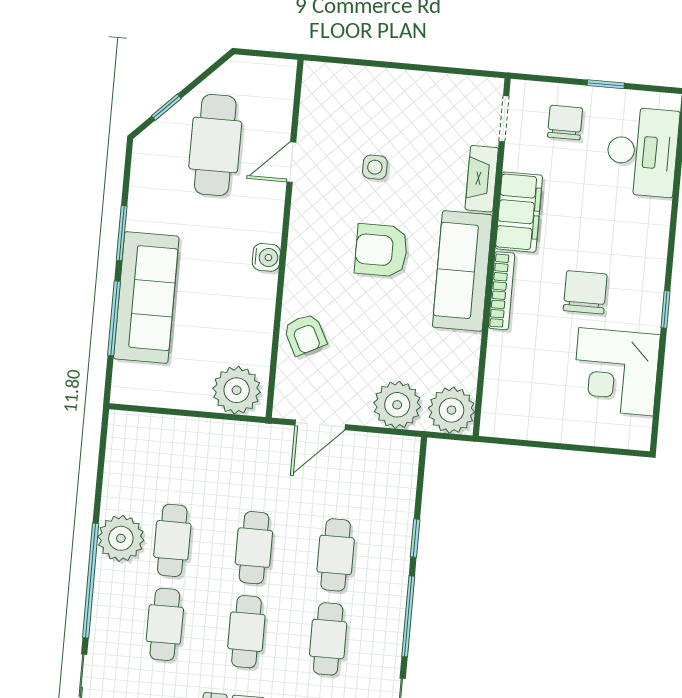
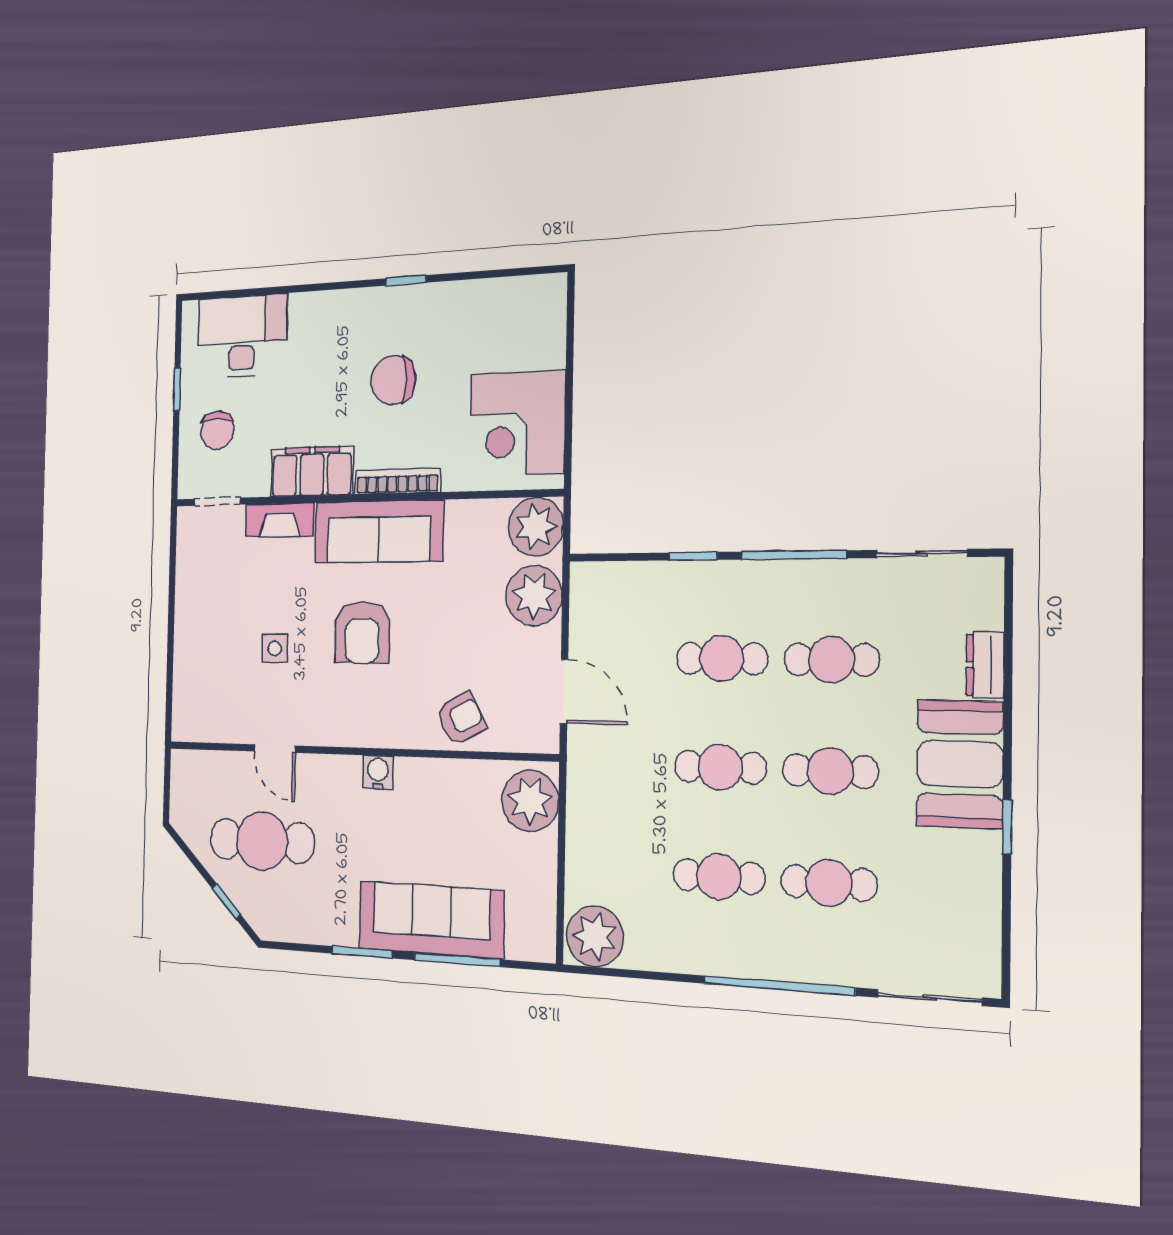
chair: (565, 122) -> (217, 430), turned -90
corner desk: (616, 372) -> (517, 423), moved, turned 90
plant: (121, 538) -> (595, 936), moved

